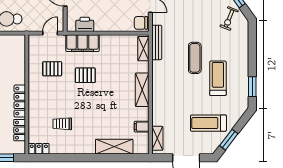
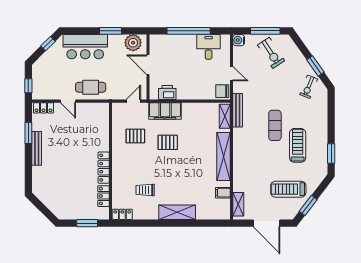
shelving: (142, 90) -> (224, 156), width x1.47
shelving: (114, 147) -> (177, 212), moved

